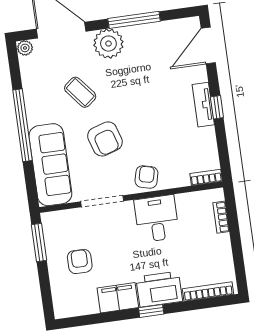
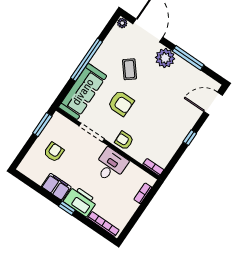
tv unit: (203, 105) -> (184, 130), removed
armchair: (105, 139) -> (121, 103), turned -73
armchair: (146, 177) -> (124, 140), turned -106

